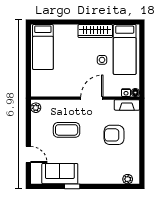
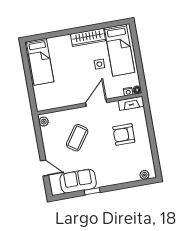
coffee table: (67, 130) -> (77, 138), turned -55

